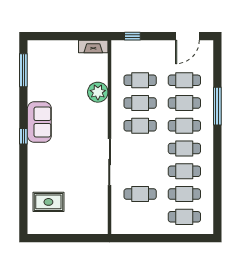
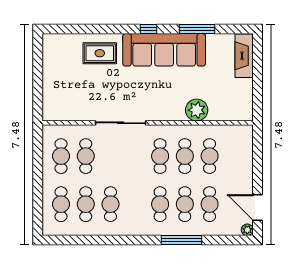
window: (132, 36) -> (258, 148), removed
fireplace: (93, 46) -> (244, 56), moved, width x1.37, depth x1.32
plant: (208, 46) -> (247, 230), added
window: (23, 70) -> (197, 29), moved
sofa: (39, 122) -> (164, 50), width x1.85, depth x1.27
cafe table: (184, 149) -> (61, 156), moved
rug: (48, 202) -> (100, 53), moved, turned 90

